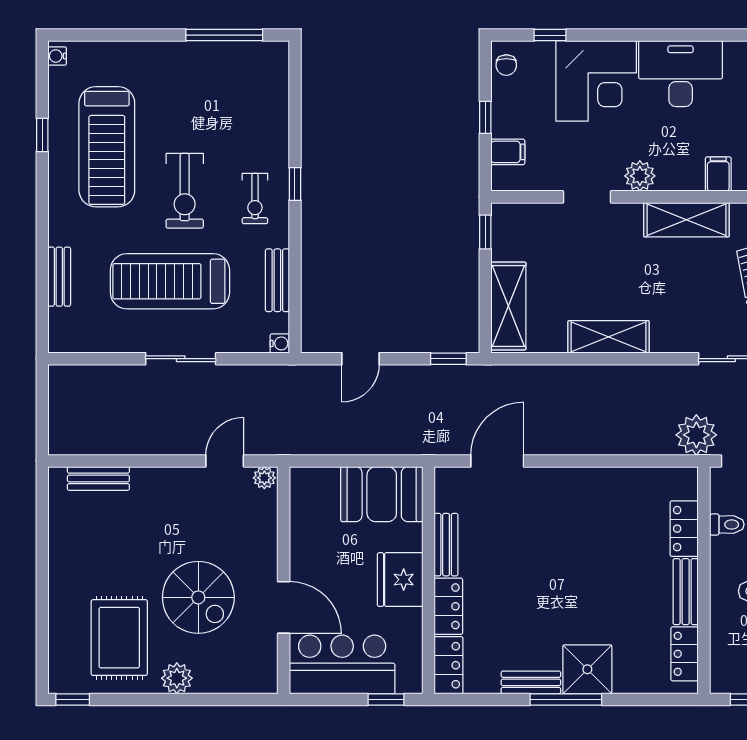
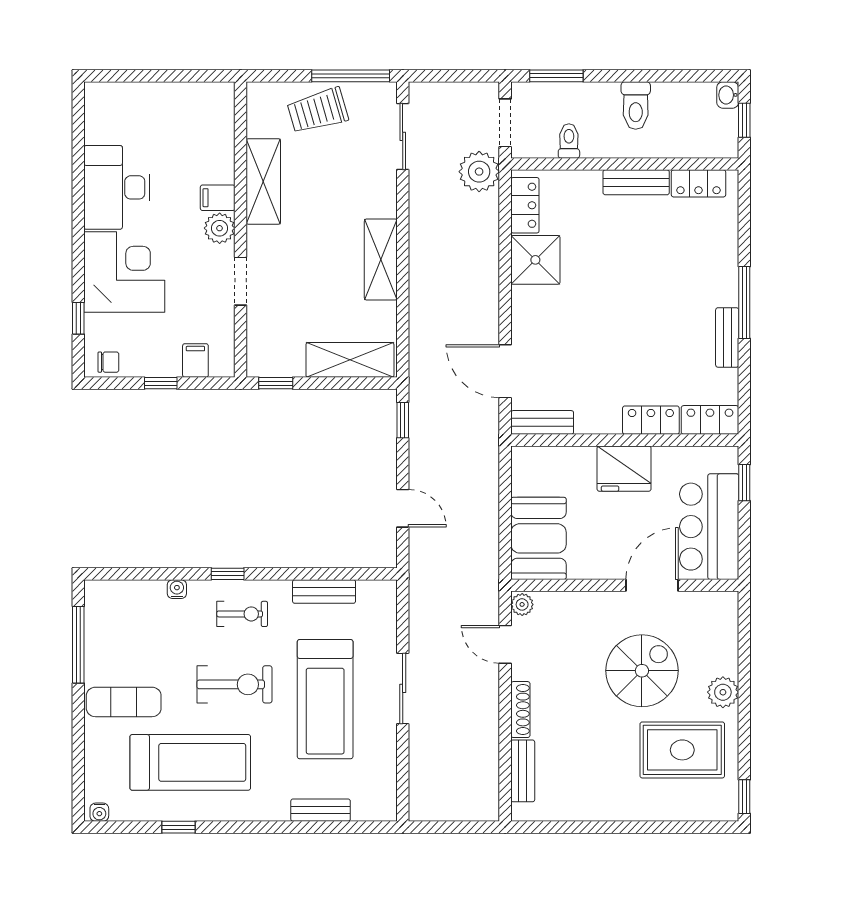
exercise mat: (167, 80) -> (124, 702), added
filing cabinet: (718, 174) -> (218, 198), moved
water cooler: (280, 343) -> (177, 589), moved
shoe rack: (160, 476) -> (520, 710), added
booth: (382, 494) -> (538, 538), moved
locker: (684, 529) -> (525, 205), moved, turned -90
bench: (446, 545) -> (542, 422), moved
shower: (587, 669) -> (535, 260), moved

